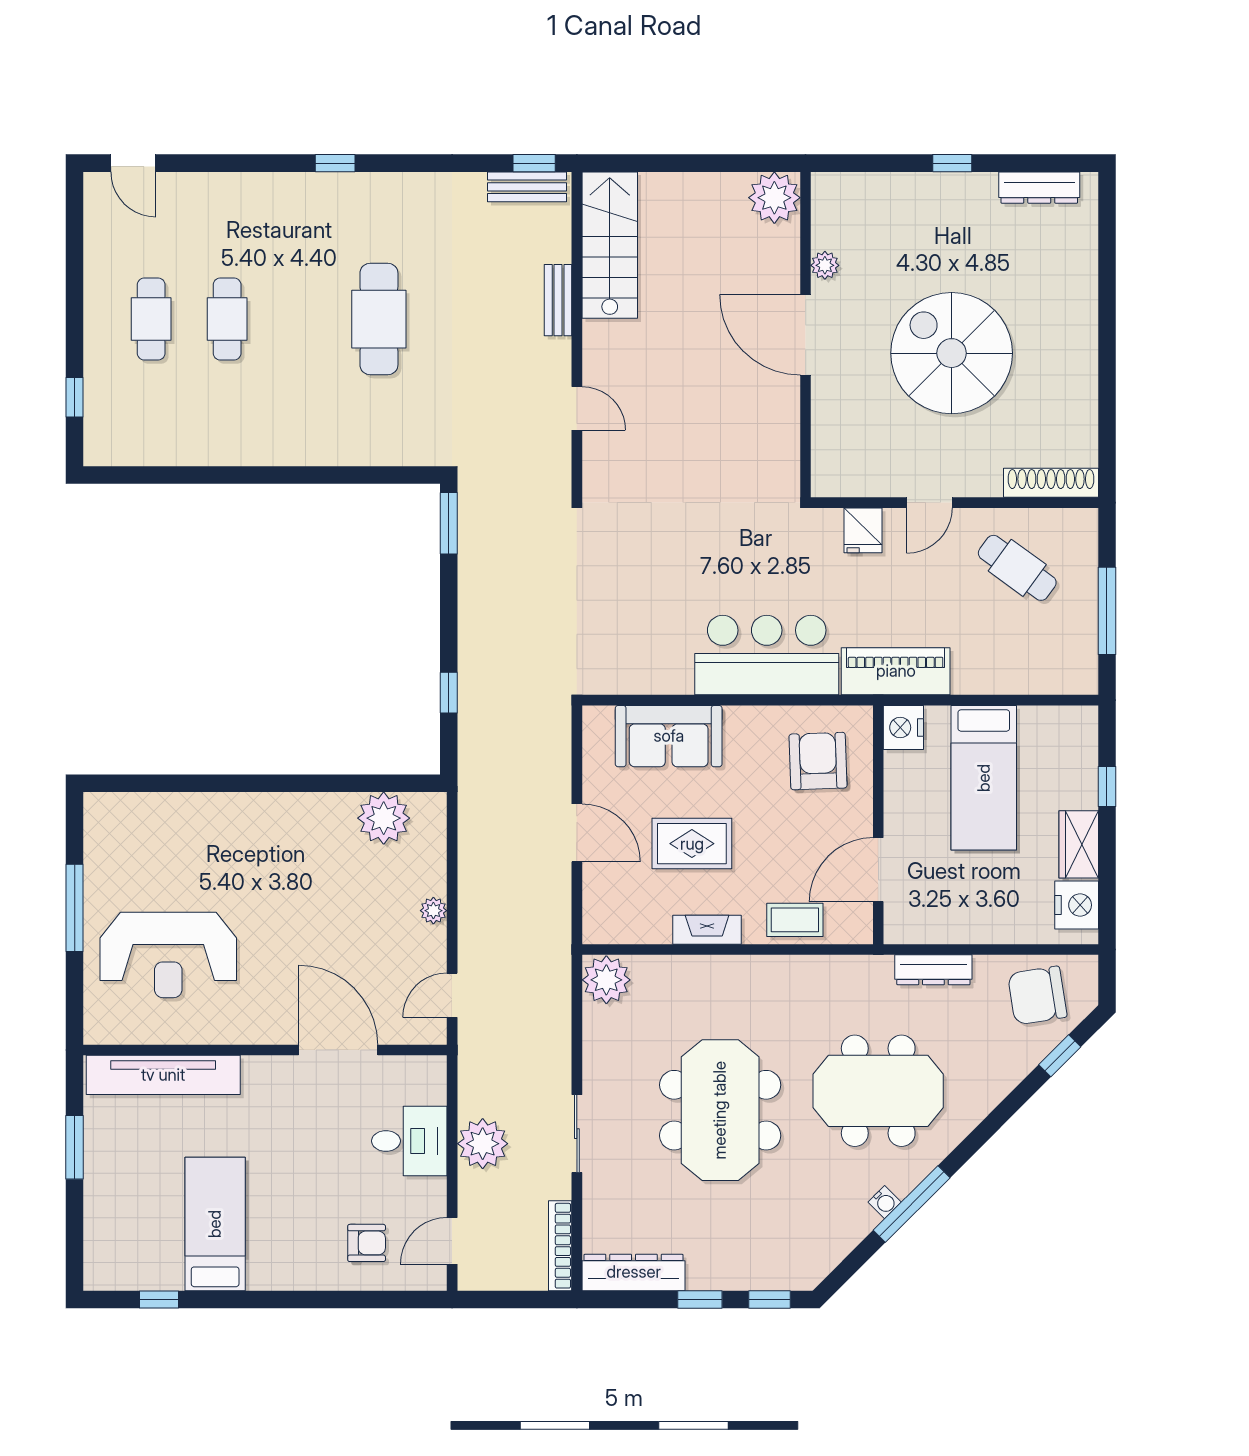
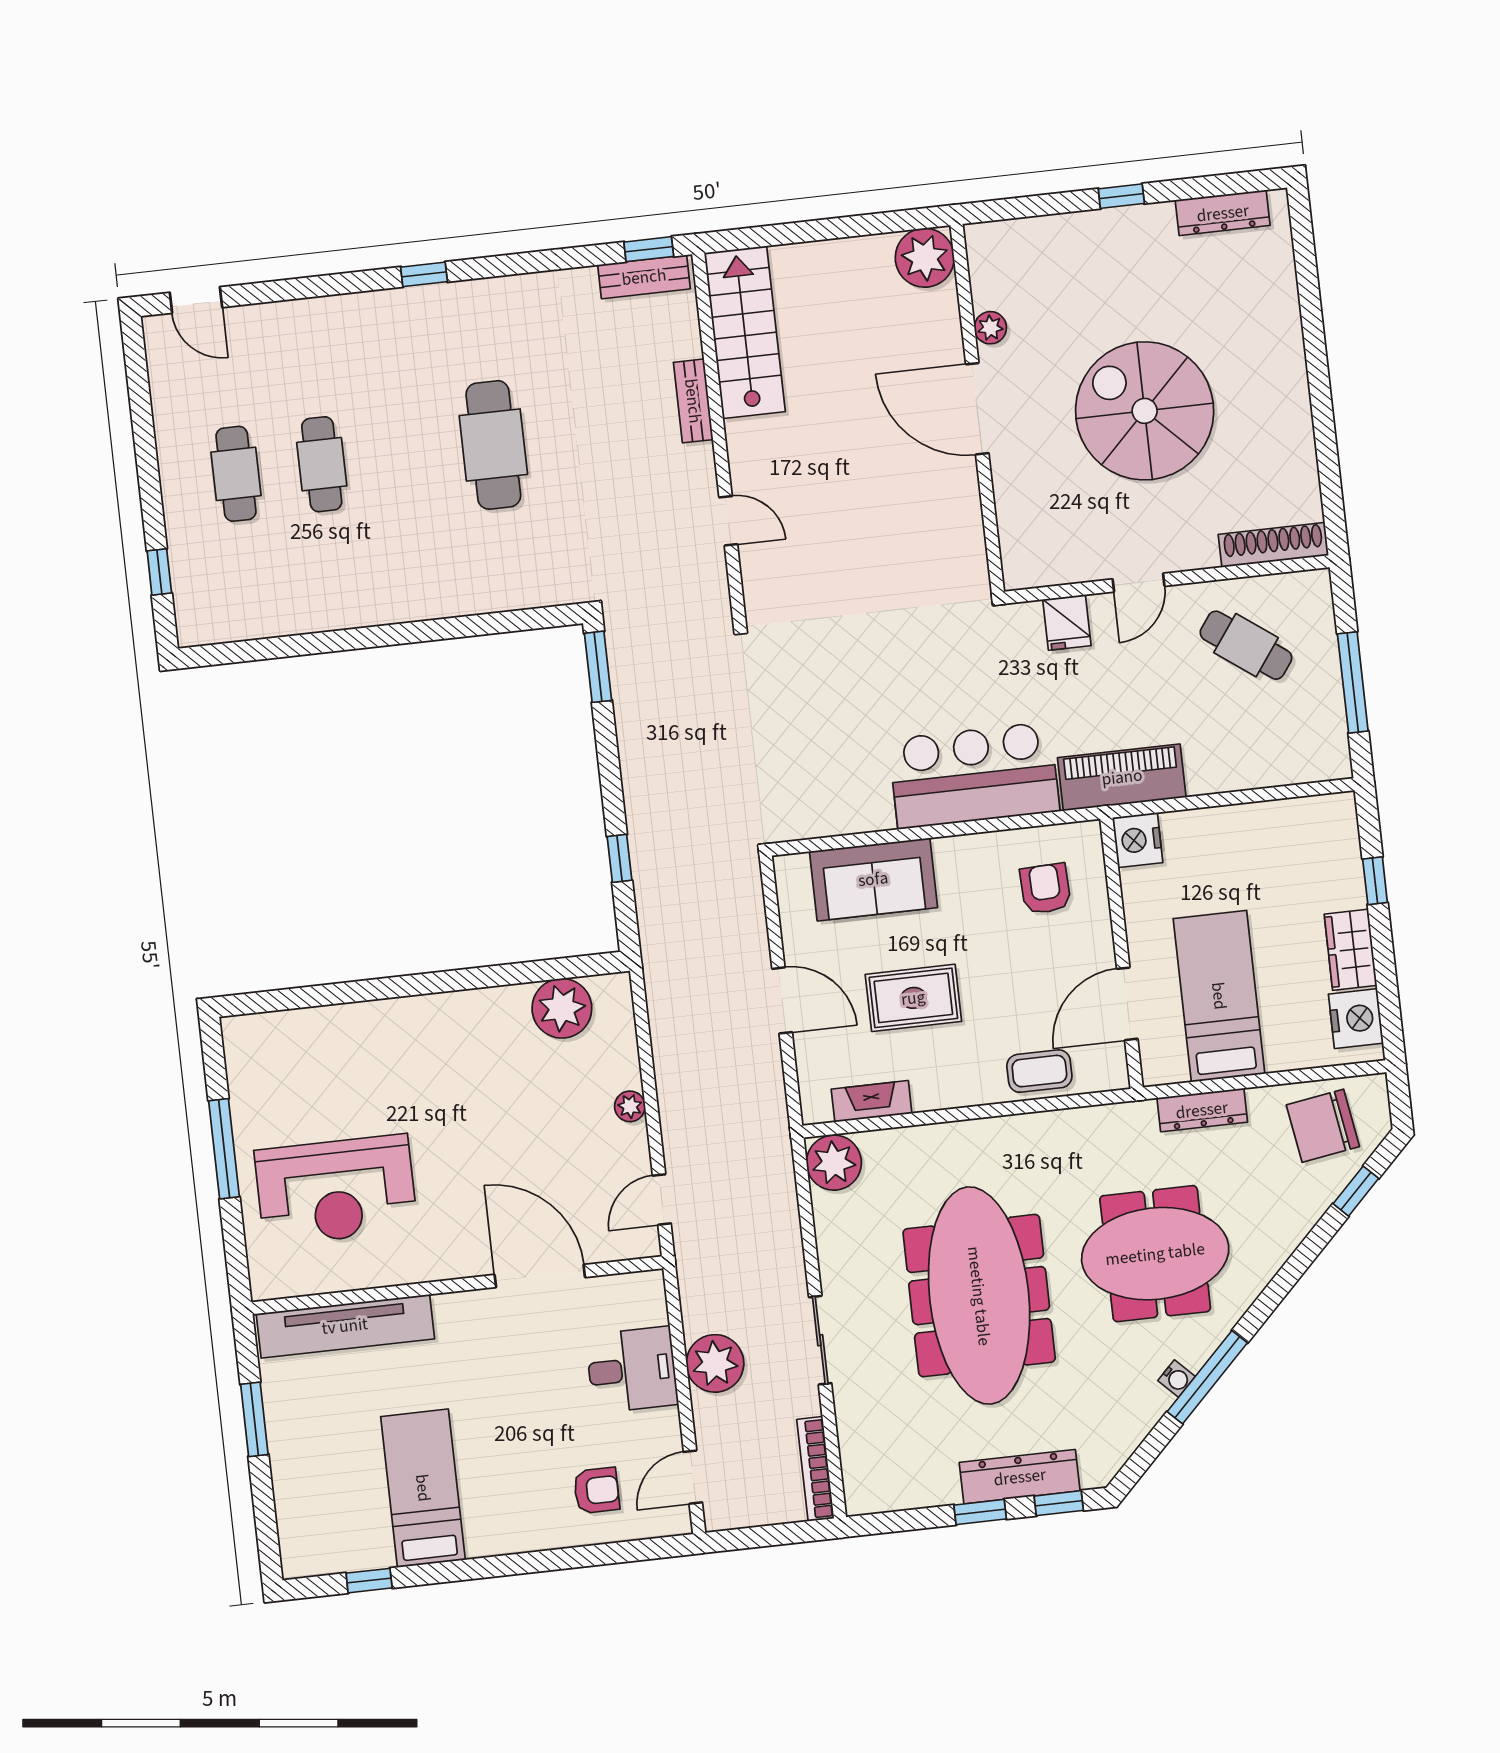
armchair: (818, 761) -> (1045, 889), width x0.72, depth x0.72
bed: (984, 778) -> (1219, 996), moved, turned 180
fireplace: (707, 930) -> (872, 1101), moved
meeting table: (720, 1110) -> (979, 1296), width x1.36
dresser: (634, 1272) -> (1020, 1477), moved

